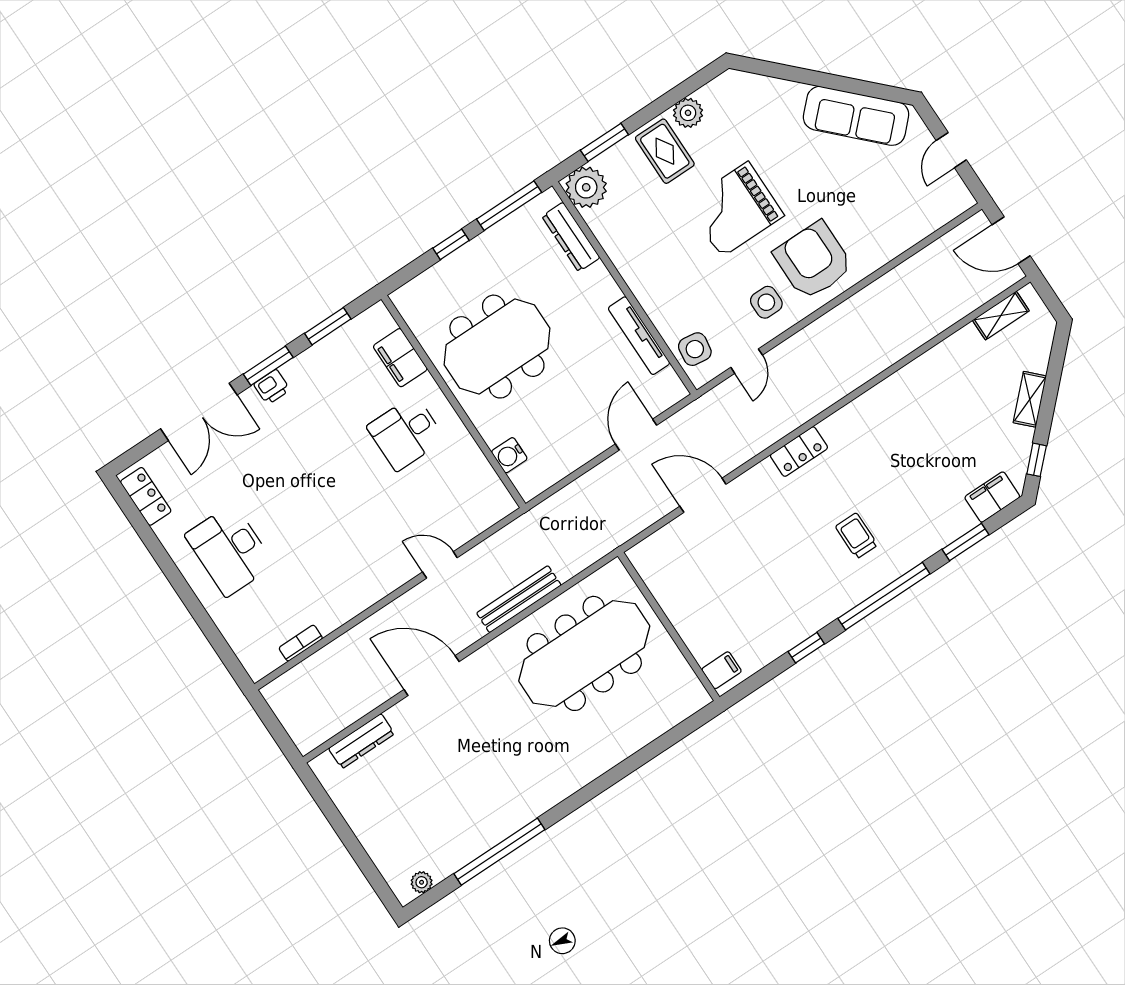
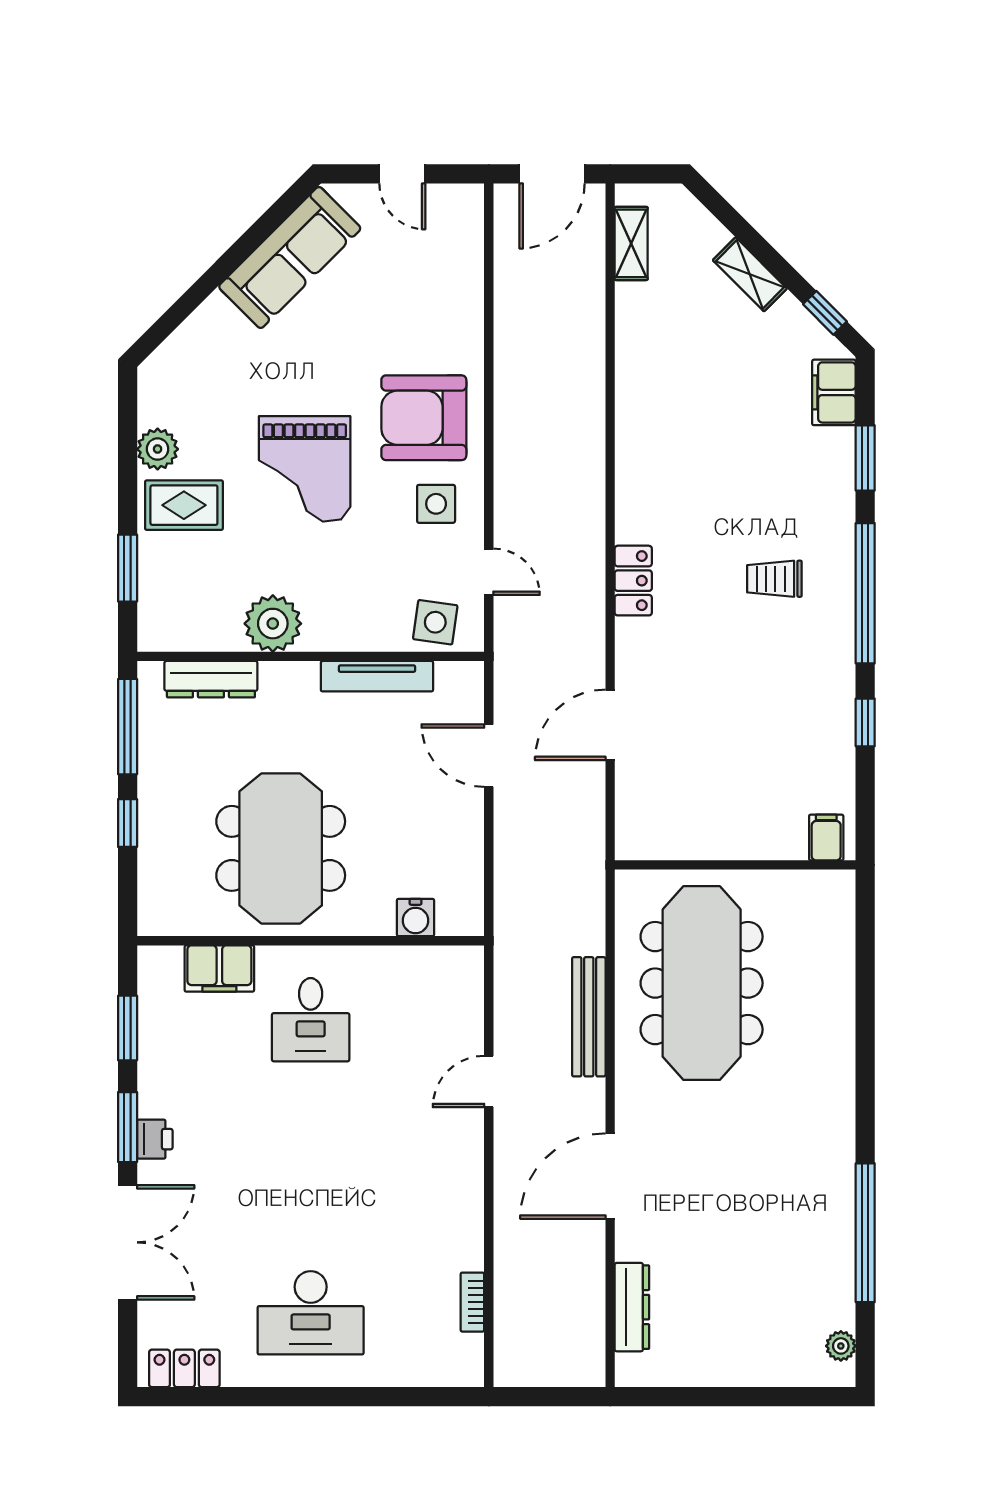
plant: (586, 187) -> (273, 624), moved

